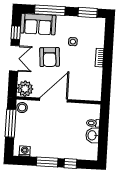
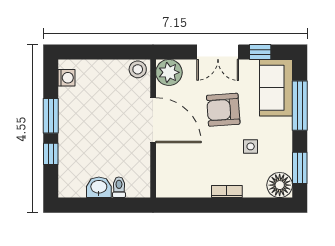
floor lamp: (97, 25) -> (280, 185), added
window: (11, 123) -> (111, 52), removed

